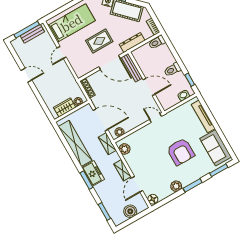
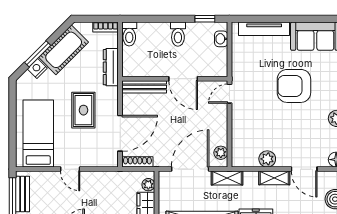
door: (109, 62) -> (120, 133), moved
door: (149, 87) -> (183, 79), swing flipped
plant: (125, 149) -> (267, 159), moved
armchair: (181, 152) -> (294, 86), turned 180

